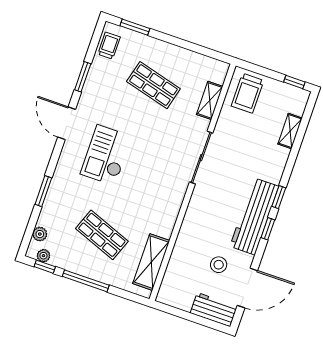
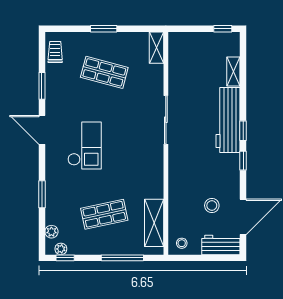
window: (135, 27) -> (104, 29), moved
trolley: (247, 93) -> (186, 52), removed
shelving: (210, 100) -> (156, 48), moved
checkout: (106, 155) -> (85, 146), turned 180
workbench: (254, 216) -> (228, 120), moved
shop shelf: (102, 235) -> (104, 214), turned -33
window: (86, 281) -> (122, 258), moved
stool: (173, 294) -> (182, 243), added

